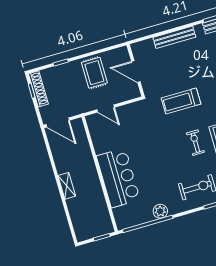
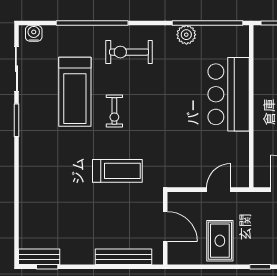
bench: (174, 37) -> (124, 257), moved
door: (106, 108) -> (219, 190), hinge flipped

